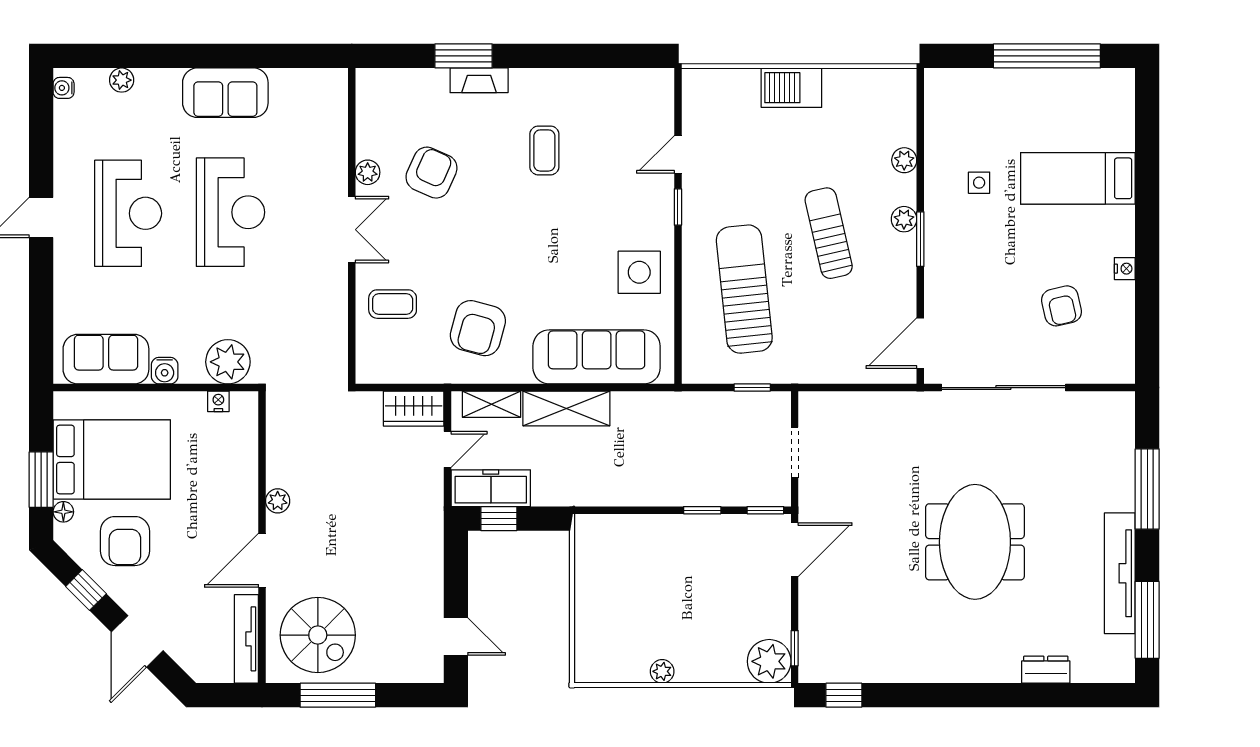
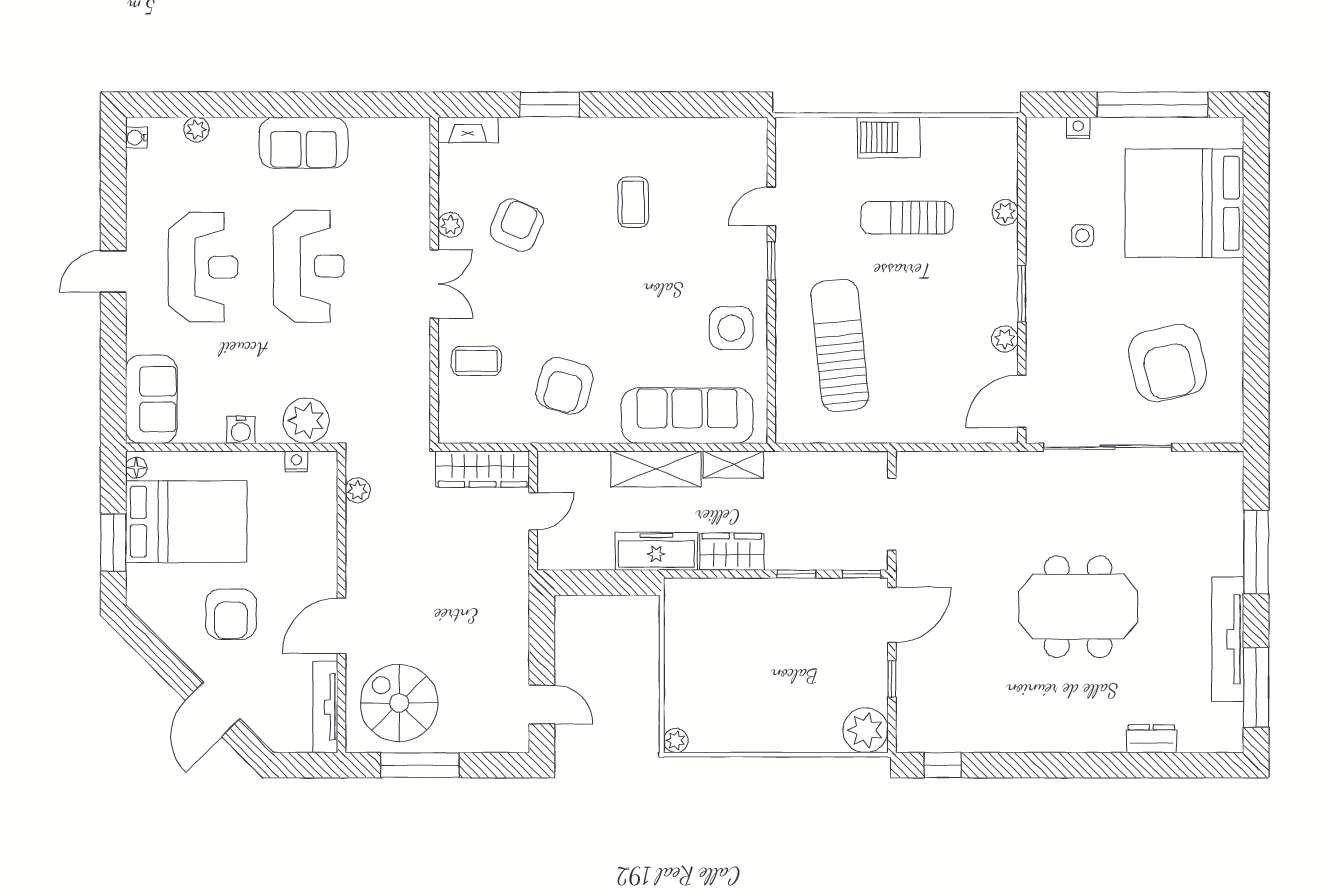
fireplace: (479, 80) -> (468, 130), moved
bed: (1078, 178) -> (1185, 203), width x2.04
plant: (904, 219) -> (1005, 339), moved
sun lounger: (829, 233) -> (907, 218), moved, turned -77
nightstand: (1125, 269) -> (1078, 128), moved, turned -90
armchair: (1062, 306) -> (1168, 363), width x1.88, depth x1.88
sofa: (106, 359) -> (151, 399), moved, turned 90
window: (752, 388) -> (848, 447), removed
shelving: (491, 404) -> (733, 464), moved
wardrobe: (414, 409) -> (483, 469), width x1.50
doorway: (795, 452) -> (892, 514), width x1.38
freezer: (491, 488) -> (656, 551), moved
wardrobe: (640, 489) -> (732, 552), added
plant: (278, 501) -> (358, 490), moved
floor lamp: (63, 512) -> (136, 468), moved
window: (499, 519) -> (586, 583), removed
armchair: (125, 541) -> (231, 614), moved
meeting table: (975, 542) -> (1078, 607), turned 90
window: (86, 590) -> (160, 657), removed
spiral stairs: (318, 635) -> (399, 703), turned 180
window: (795, 648) -> (892, 679), moved
plant: (662, 671) -> (676, 741), moved

